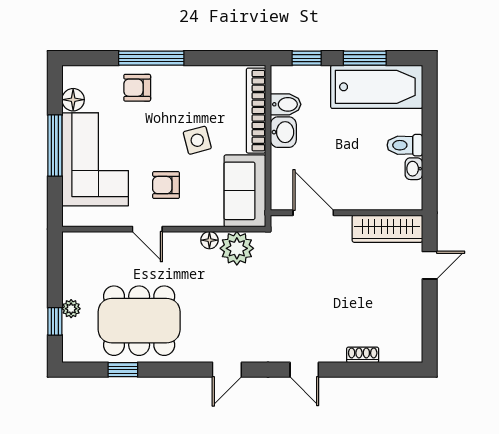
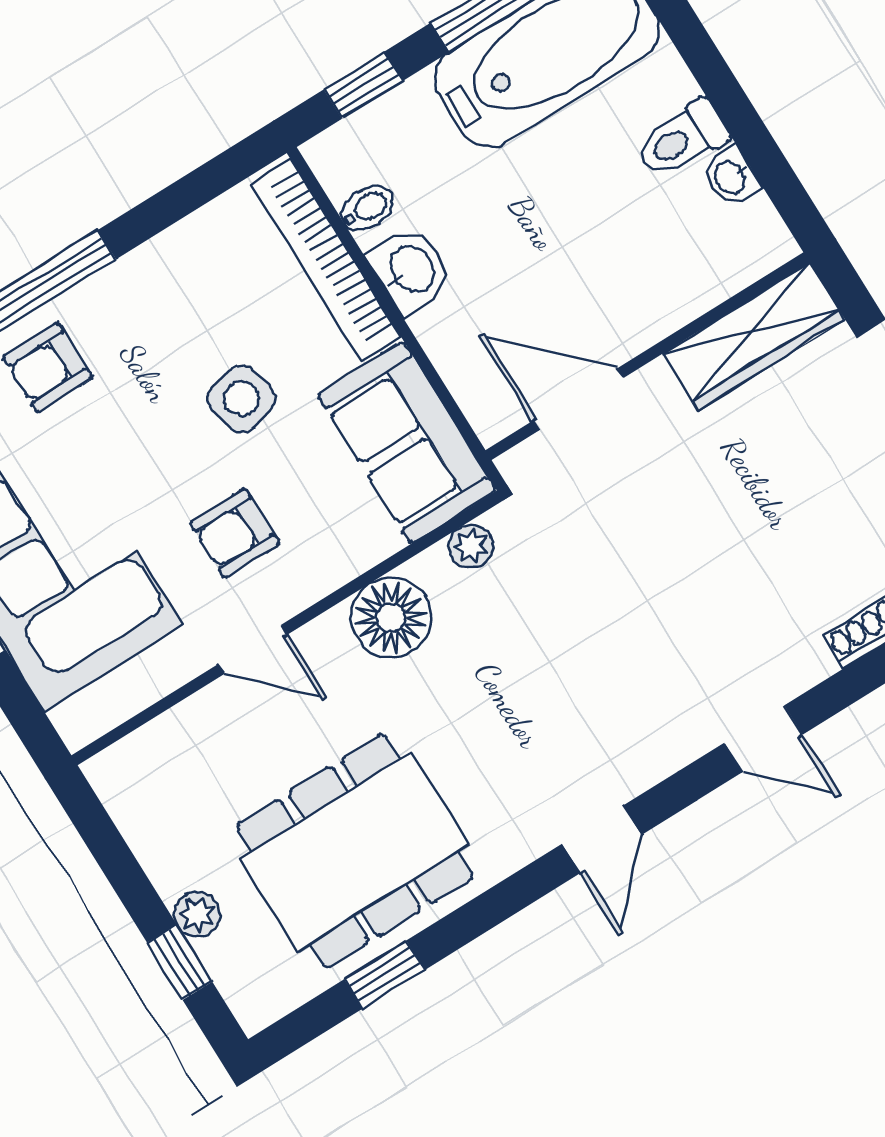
bidet: (286, 104) -> (367, 208), width x0.72, depth x0.74
floor lamp: (209, 240) -> (391, 618), width x1.89, depth x1.89
plant: (237, 248) -> (471, 546), width x0.53, depth x0.53

